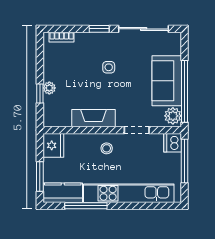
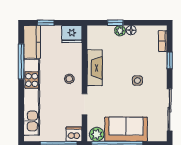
window: (99, 29) -> (170, 60), moved
floor lamp: (49, 75) -> (131, 30), added
window: (40, 177) -> (46, 23), width x0.67

